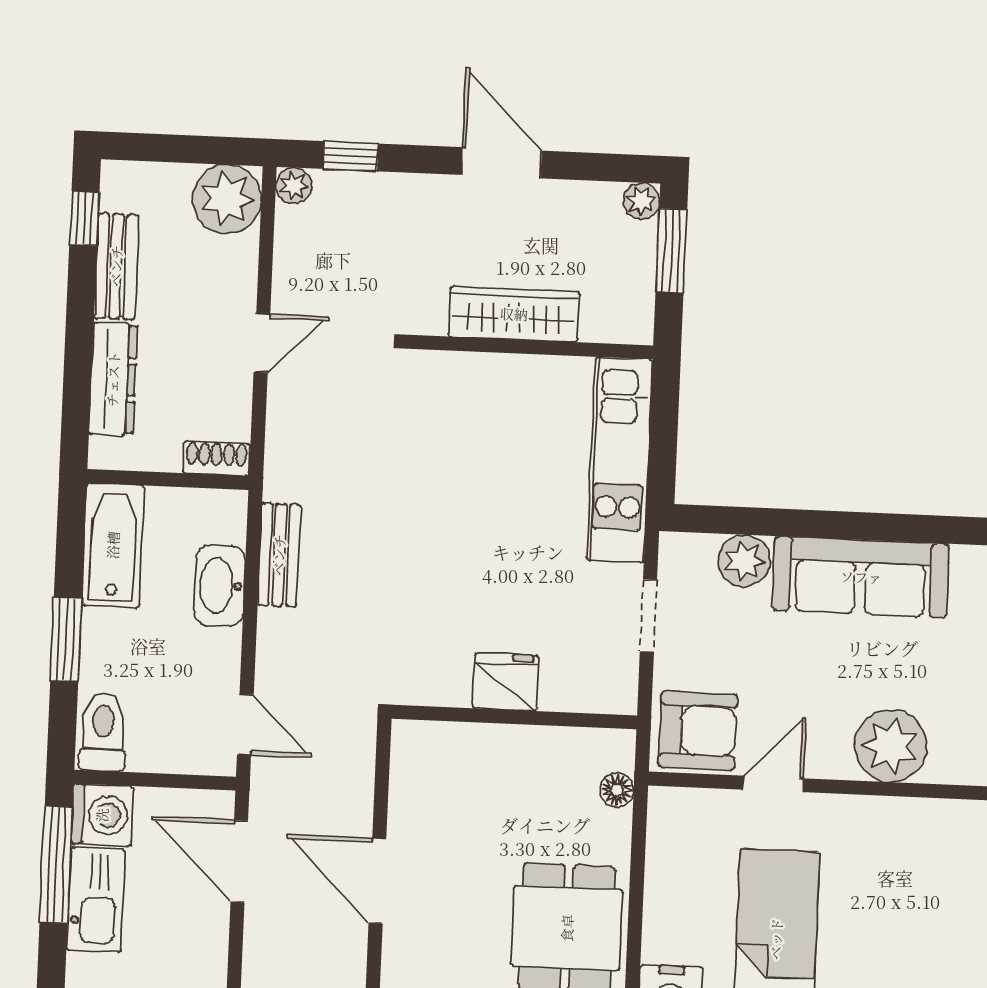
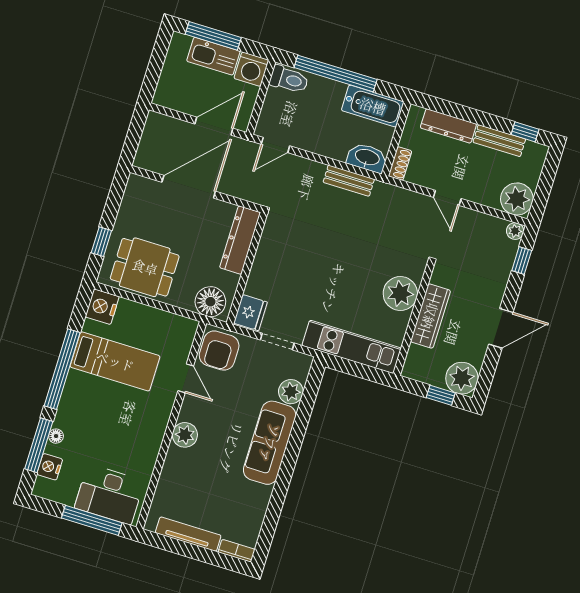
plant: (641, 201) -> (462, 378), width x1.87, depth x1.87
window: (671, 251) -> (441, 395), width x0.67
plant: (484, 388) -> (400, 293), added
washbasin: (220, 586) -> (367, 158), moved
window: (66, 639) -> (336, 73), width x2.11
fridge: (506, 682) -> (250, 313), moved
dresser: (460, 746) -> (240, 240), added
plant: (890, 746) -> (185, 435), width x0.73, depth x0.73
floor lamp: (617, 790) -> (210, 302), width x1.89, depth x1.89
window: (56, 864) -> (213, 36), moved
door: (377, 881) -> (189, 187), width x1.36

